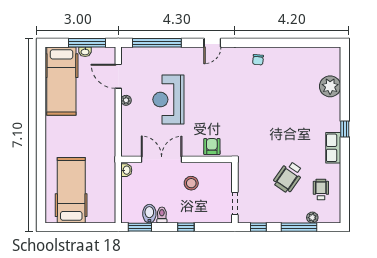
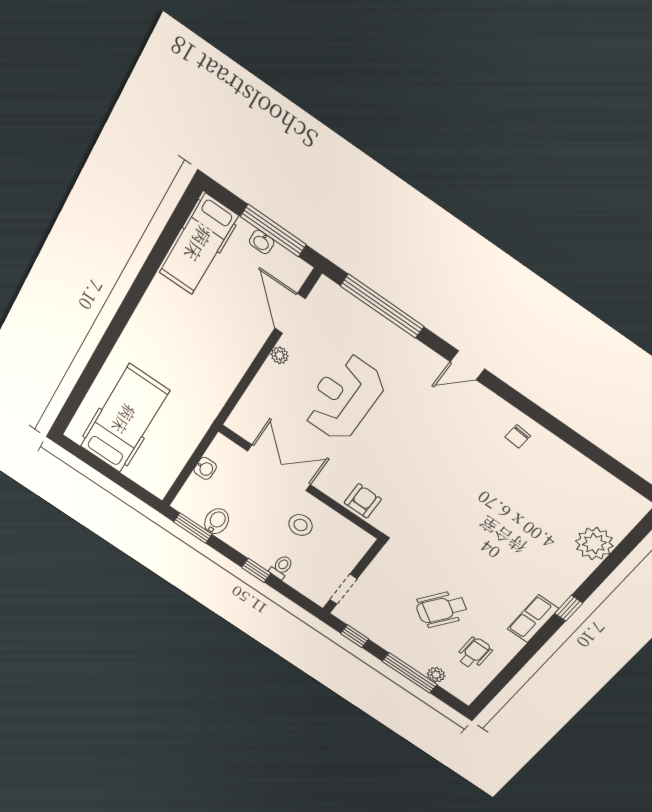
hospital bed: (61, 81) -> (198, 244), width x0.73, depth x0.78
washbasin: (126, 170) -> (205, 468), moved
toilet: (162, 215) -> (281, 567), moved

